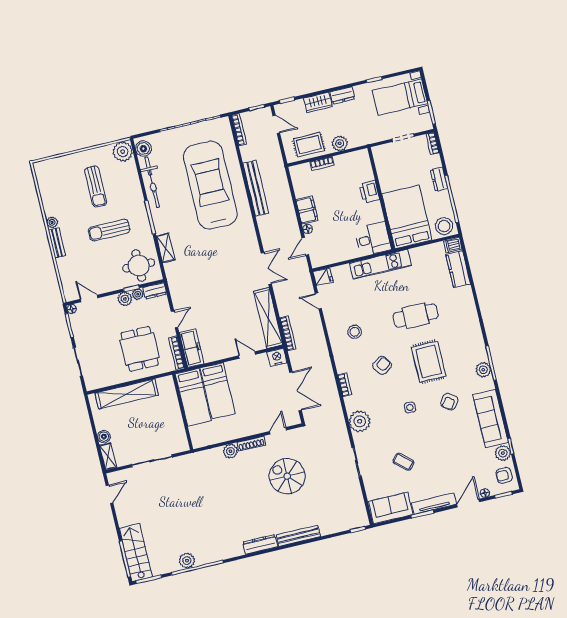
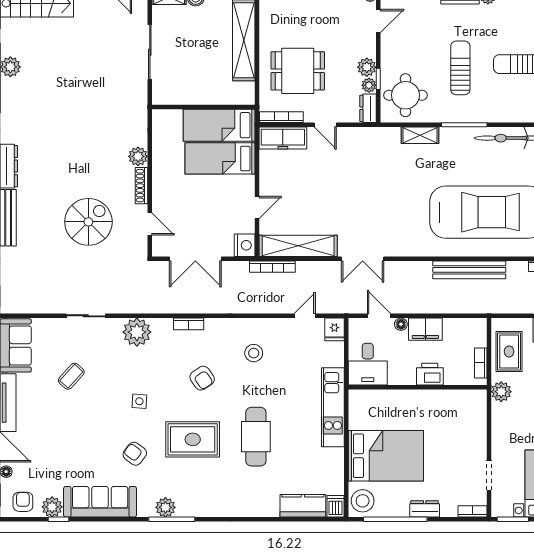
printer: (369, 192) -> (430, 374), moved
wall: (381, 198) -> (418, 387), moved
desk: (373, 239) -> (368, 364), moved

